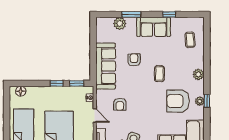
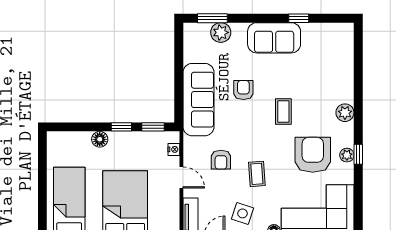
window: (131, 14) -> (212, 18), moved
coffee table: (190, 40) -> (257, 174), moved
floor lamp: (21, 91) -> (100, 139), moved
armchair: (178, 101) -> (313, 155), turned 90

